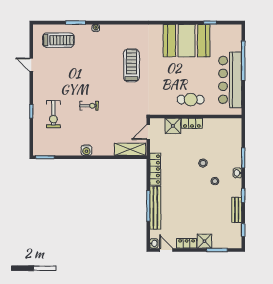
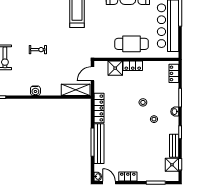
cafe table: (191, 100) -> (132, 44), width x1.37, depth x1.35
locker: (236, 132) -> (174, 73), added
shower: (204, 241) -> (172, 165), moved

